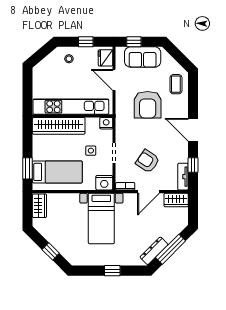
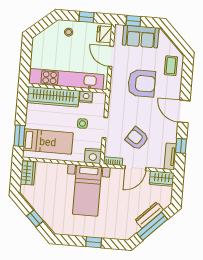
armchair: (148, 105) -> (142, 83), turned -90
nightstand: (106, 123) -> (86, 97), moved
dresser: (154, 251) -> (149, 215), moved

